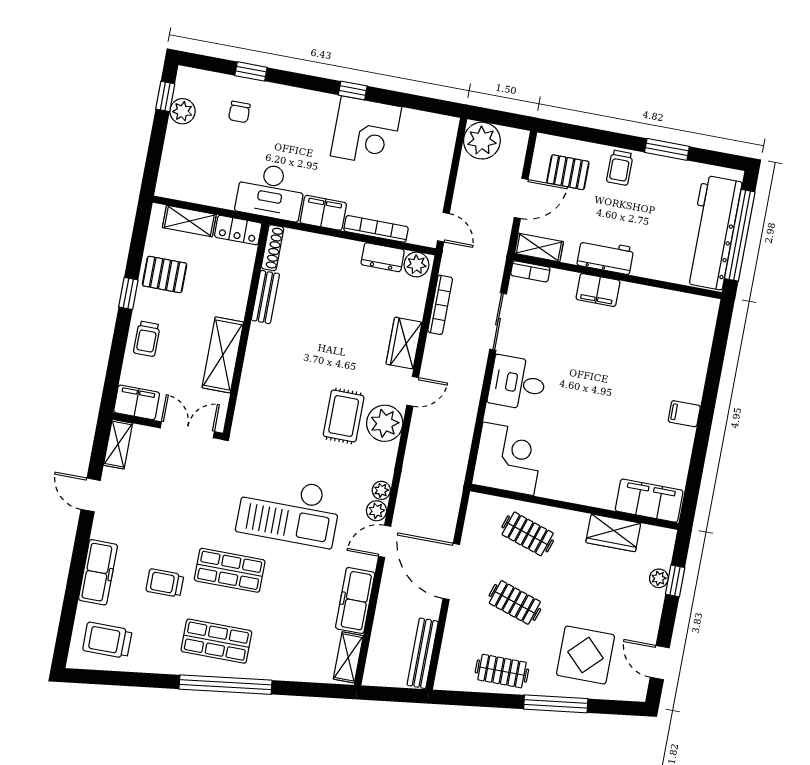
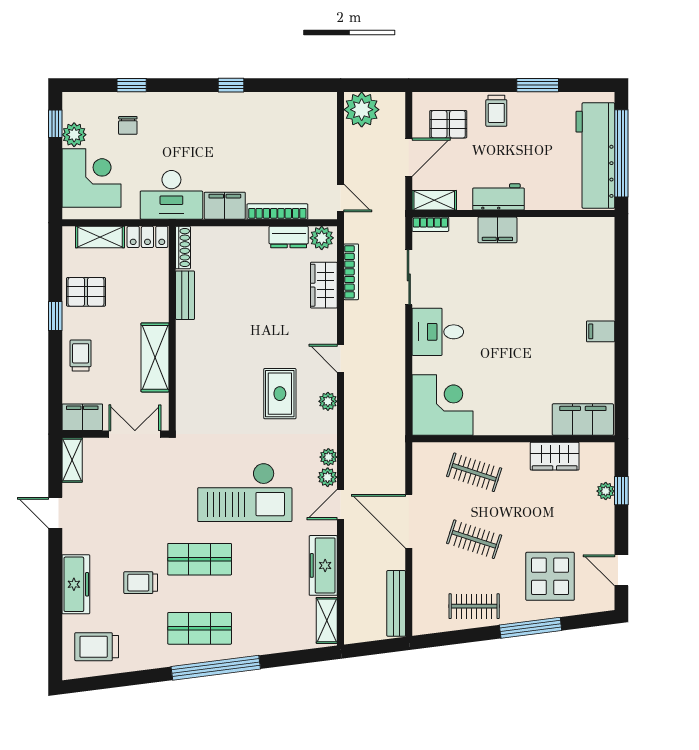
corner desk: (366, 131) -> (91, 178), moved, turned -90
trolley: (147, 339) -> (81, 356), turned 180
wardrobe: (404, 343) -> (324, 285), moved
door: (413, 391) -> (341, 358), swing flipped
plant: (385, 423) -> (328, 401), width x0.53, depth x0.53

